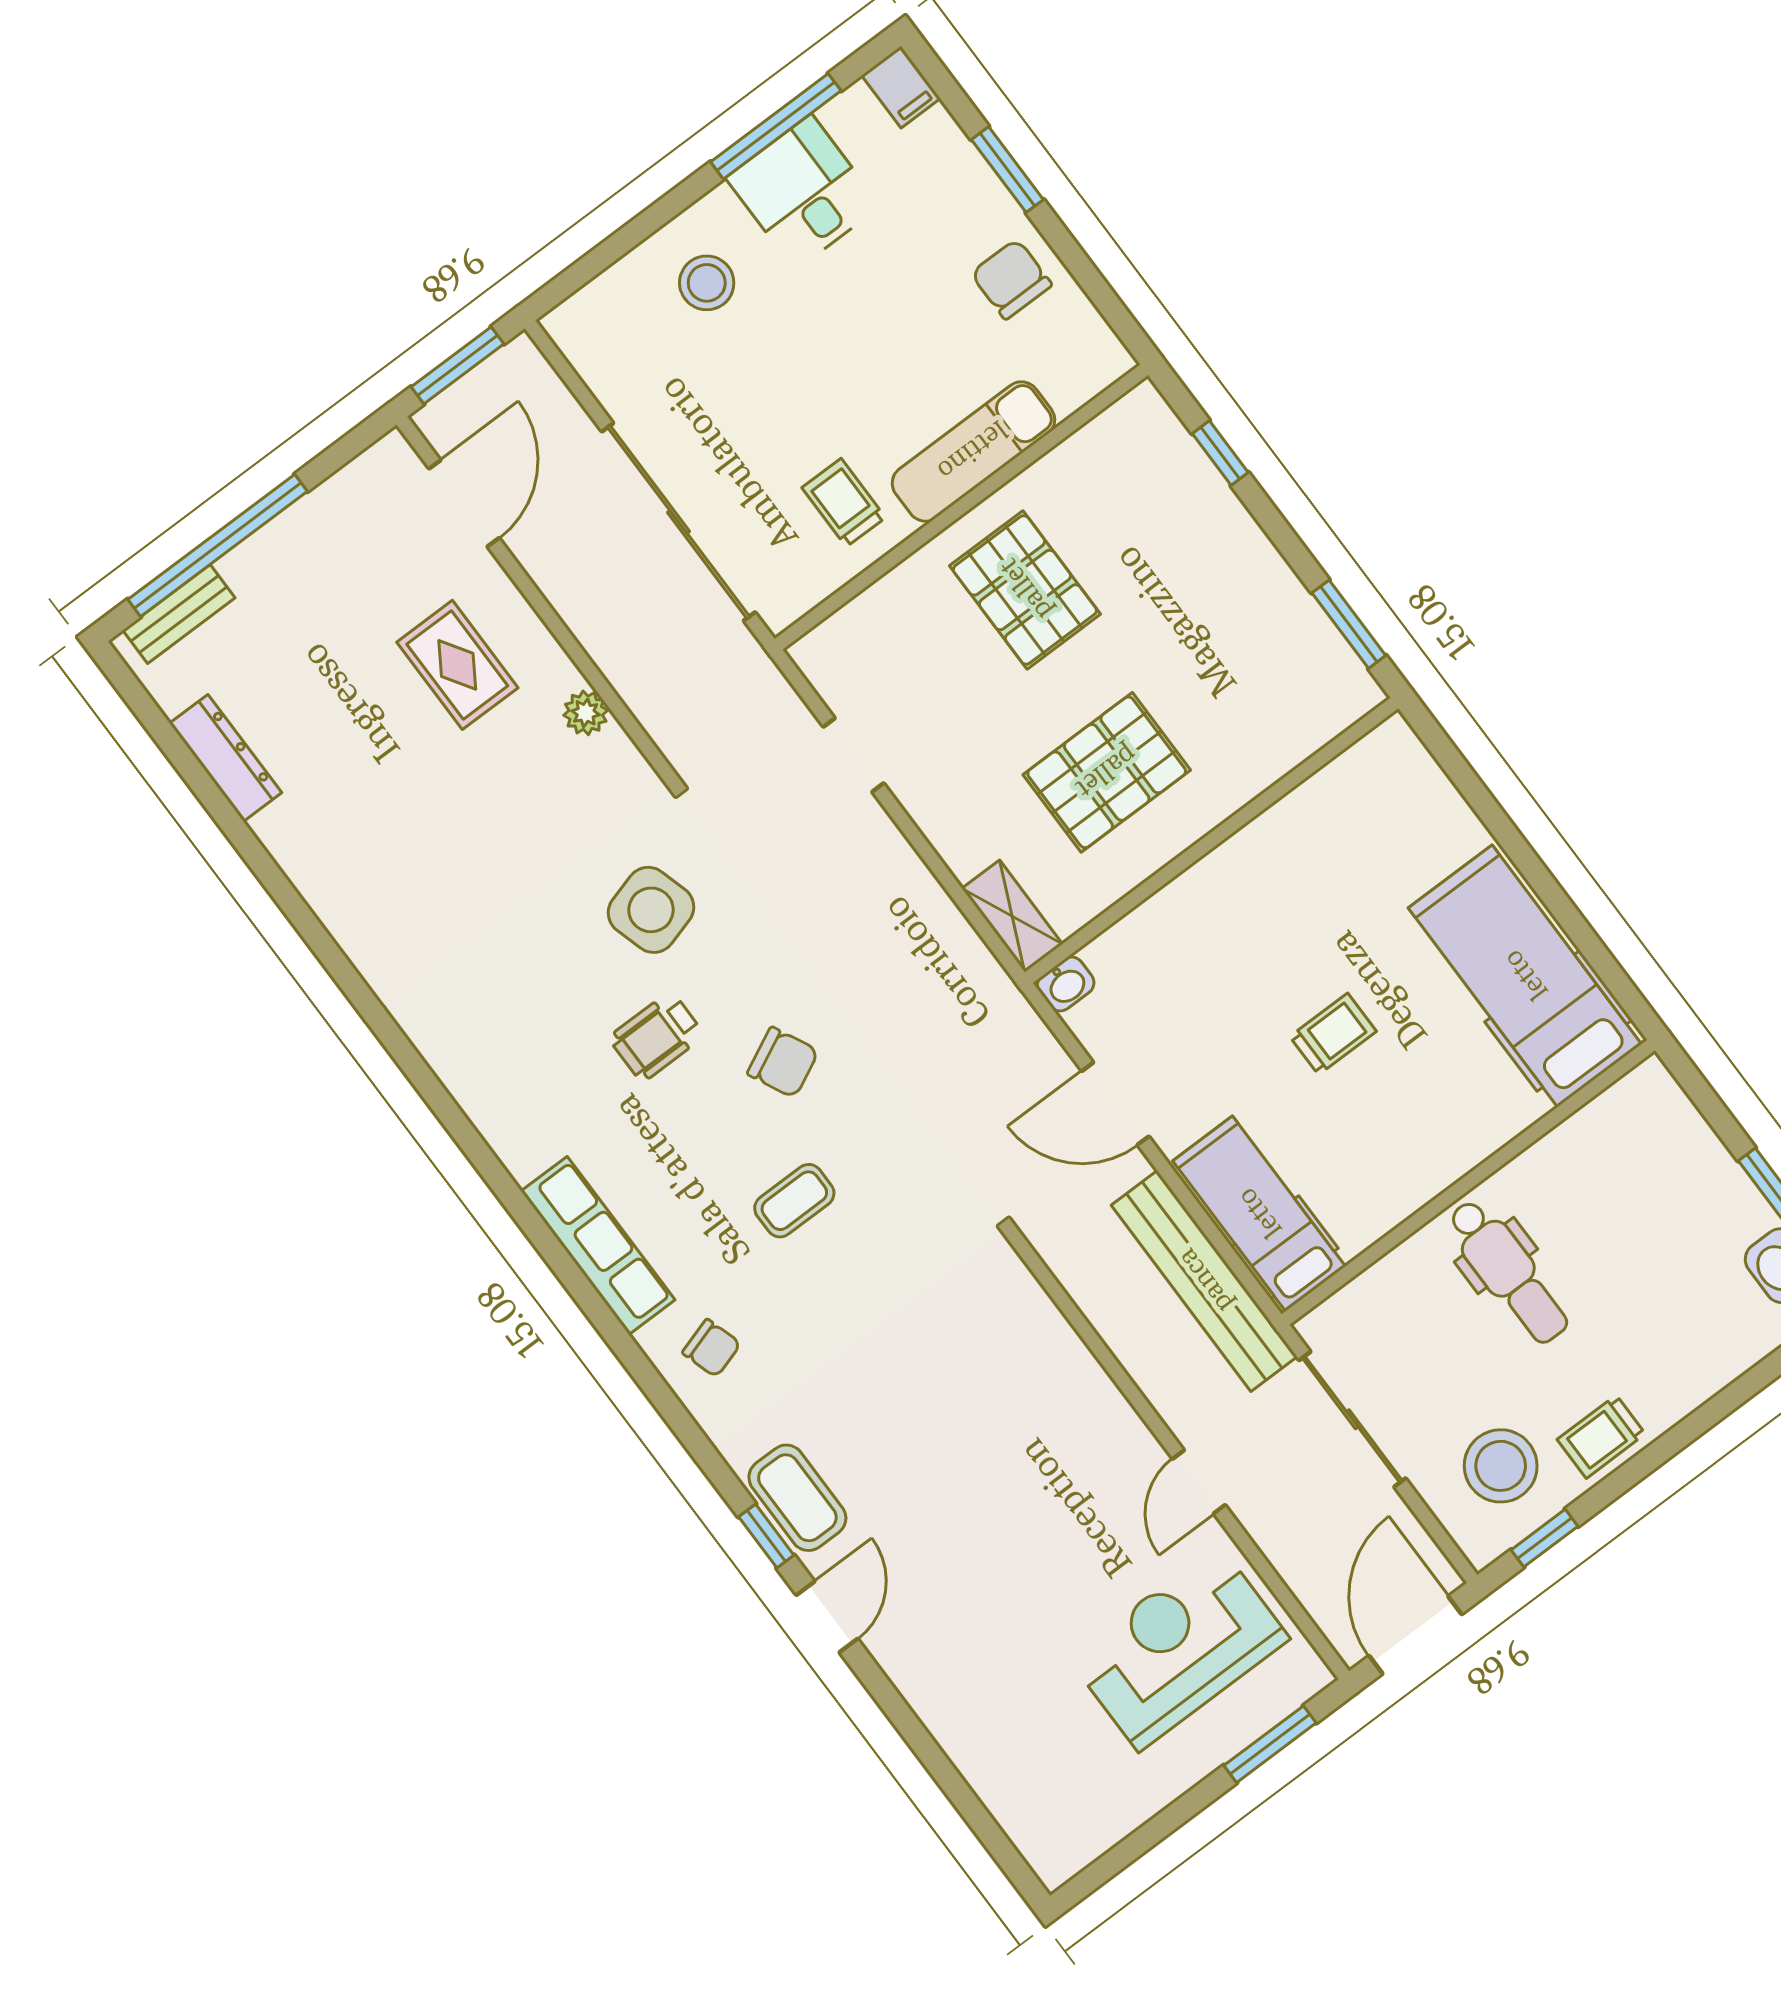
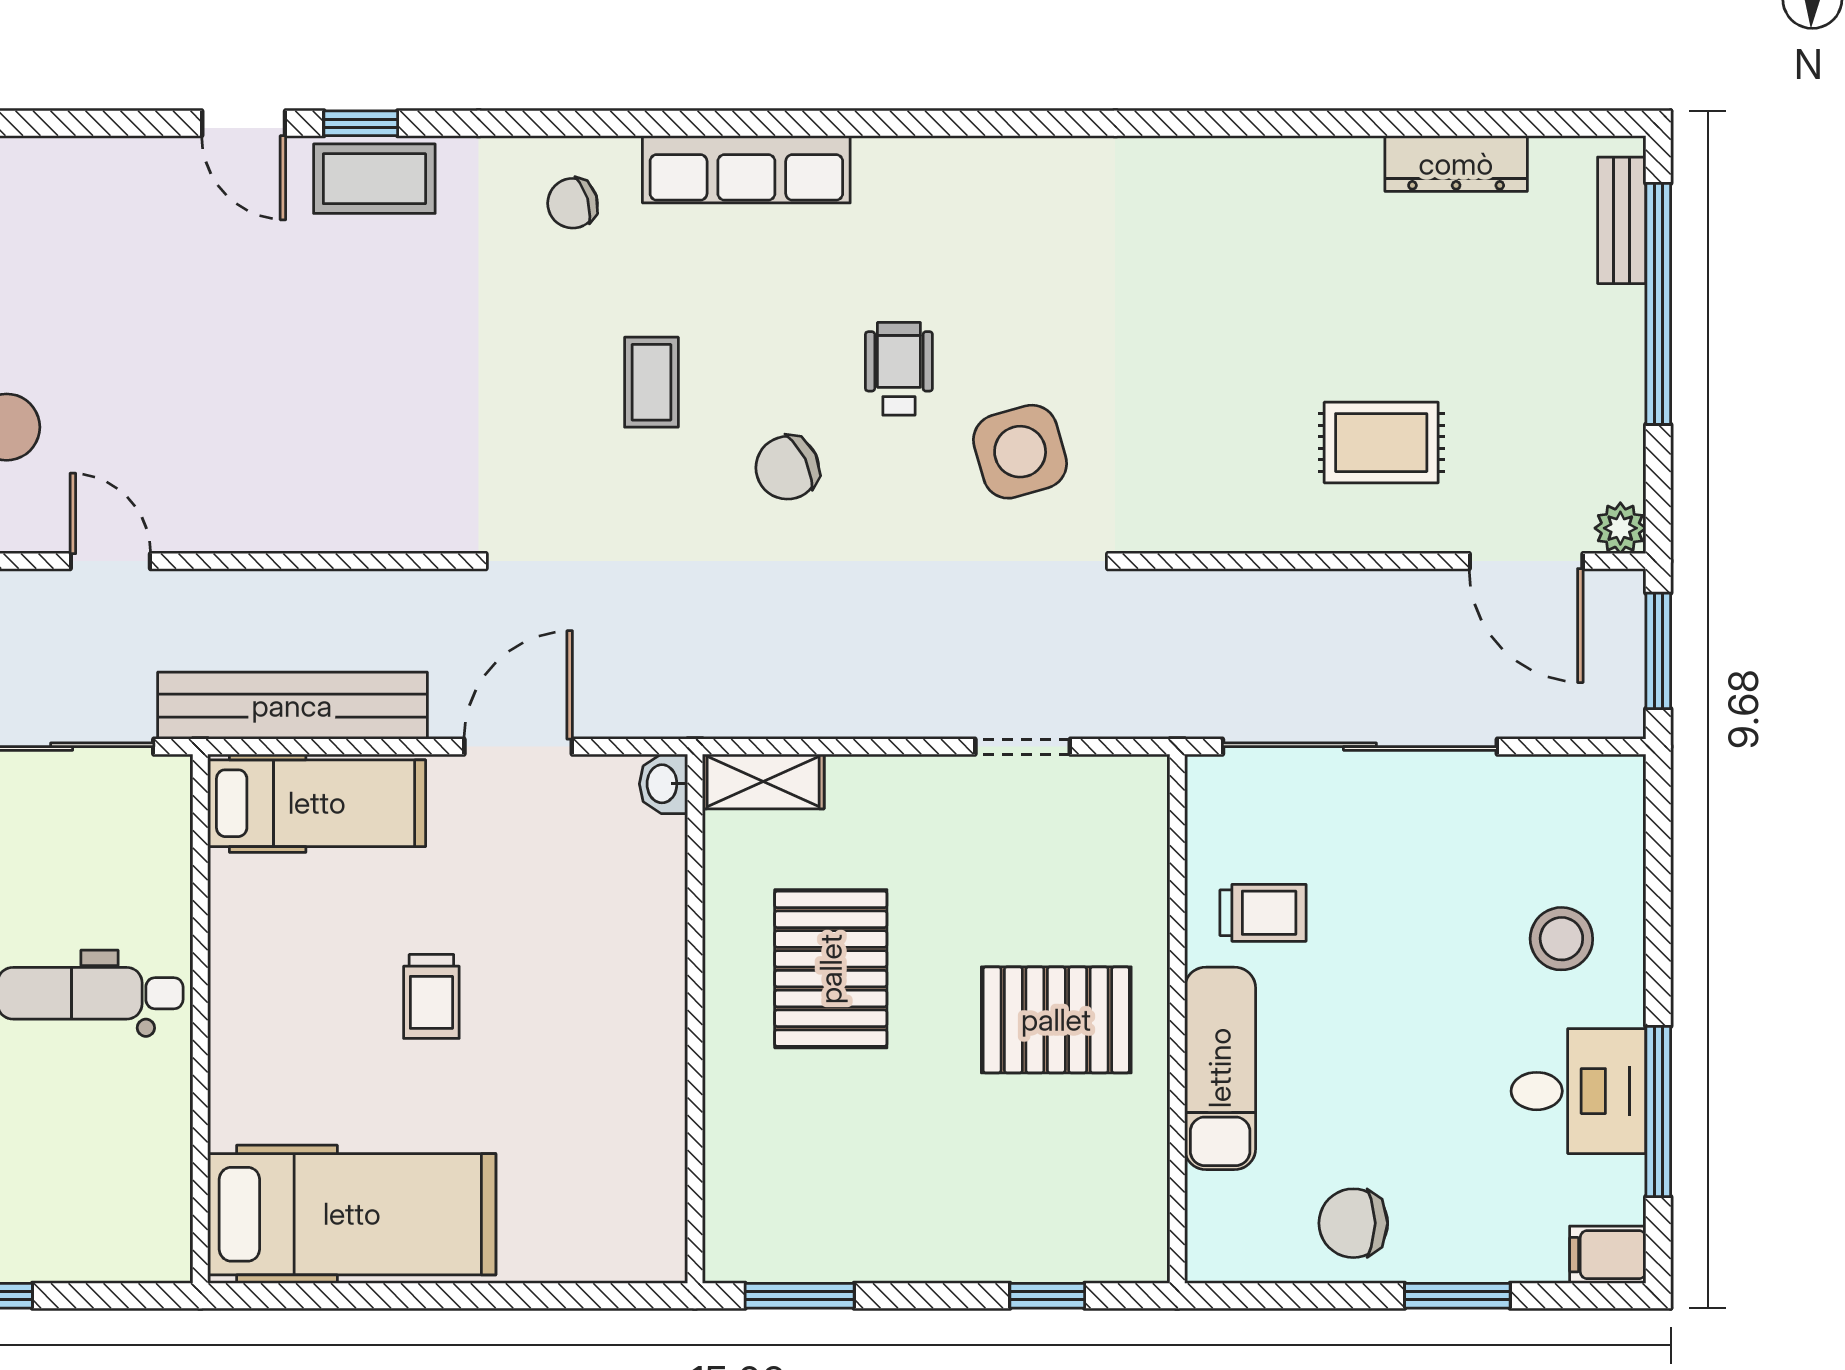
chair: (1011, 279) -> (1353, 1223), turned 180
plant: (586, 713) -> (1620, 528), moved

